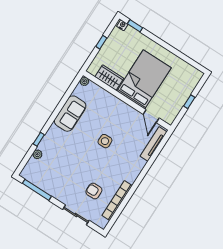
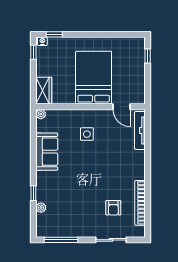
window: (101, 42) -> (33, 52), moved
wardrobe: (109, 78) -> (44, 91), moved, turned 90
window: (189, 102) -> (148, 56), moved
side table: (105, 141) -> (87, 134), moved
armchair: (94, 191) -> (113, 208), turned -90

